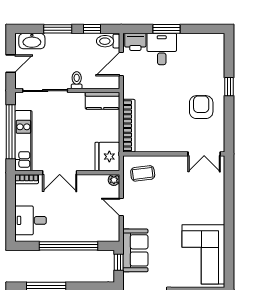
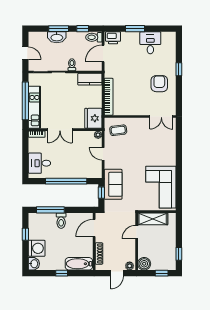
washbasin: (32, 41) -> (57, 37), moved
desk: (162, 49) -> (150, 43), moved
door: (11, 64) -> (25, 53), hinge flipped

